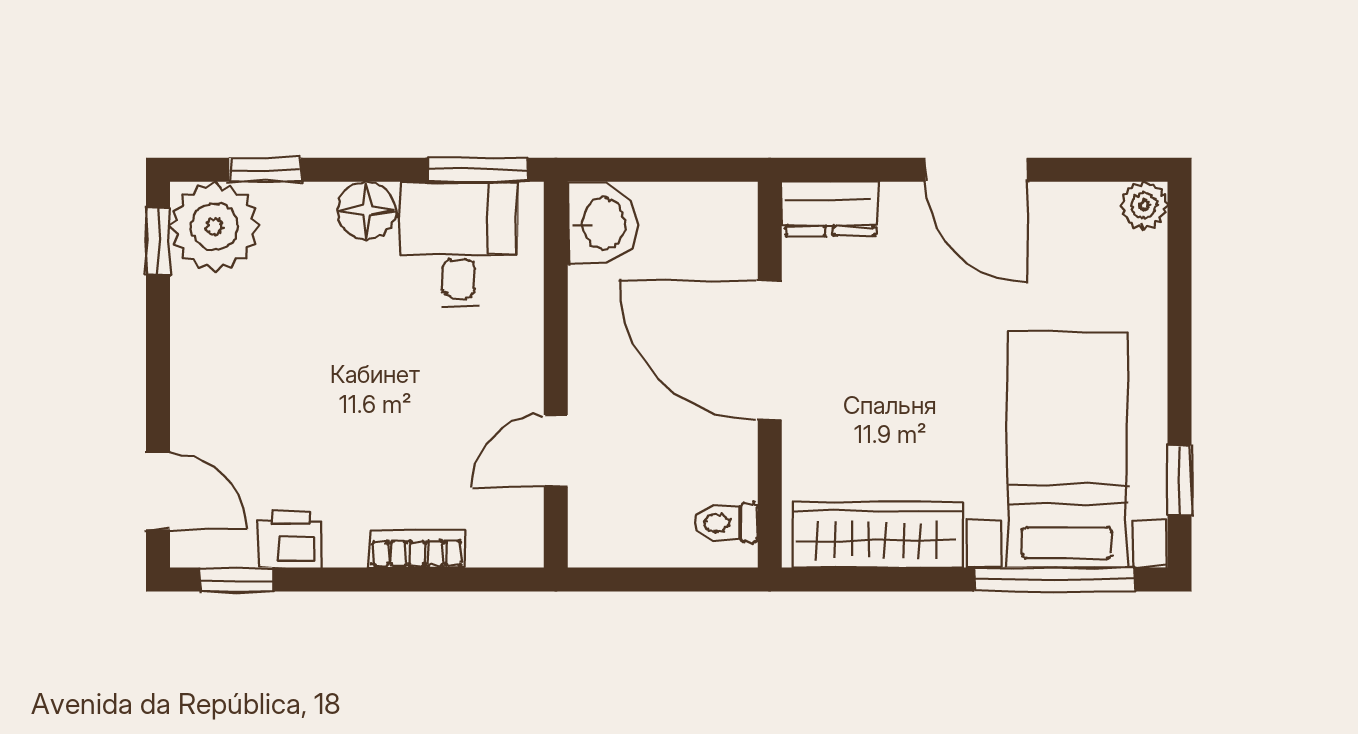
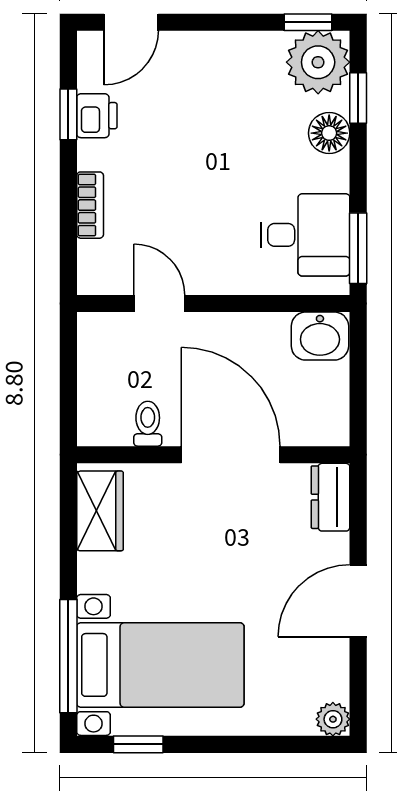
floor lamp: (367, 211) -> (329, 133), moved
door: (770, 350) -> (231, 455), hinge flipped
toilet: (726, 522) -> (148, 424), moved
wardrobe: (878, 535) -> (100, 511), width x0.67
window: (236, 580) -> (68, 114), moved

